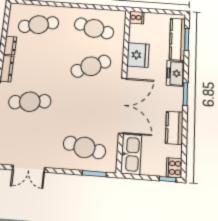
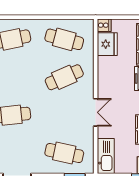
fridge: (138, 55) -> (107, 44), moved
double door: (122, 105) -> (96, 112), width x0.54

